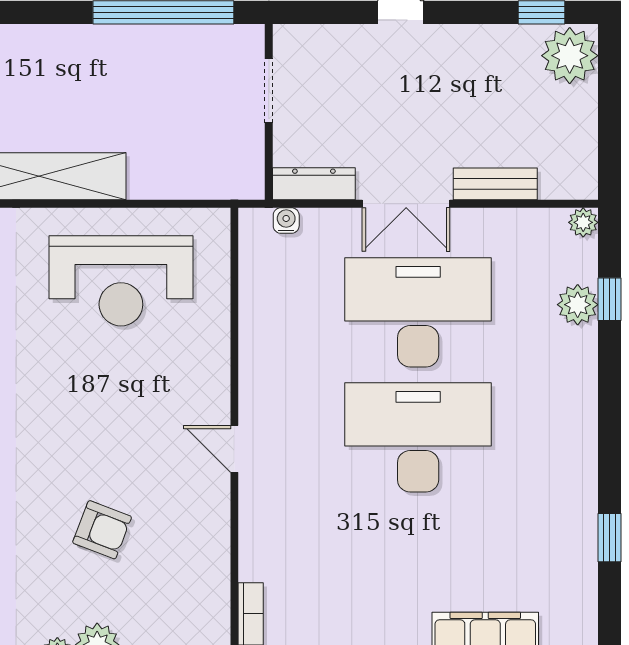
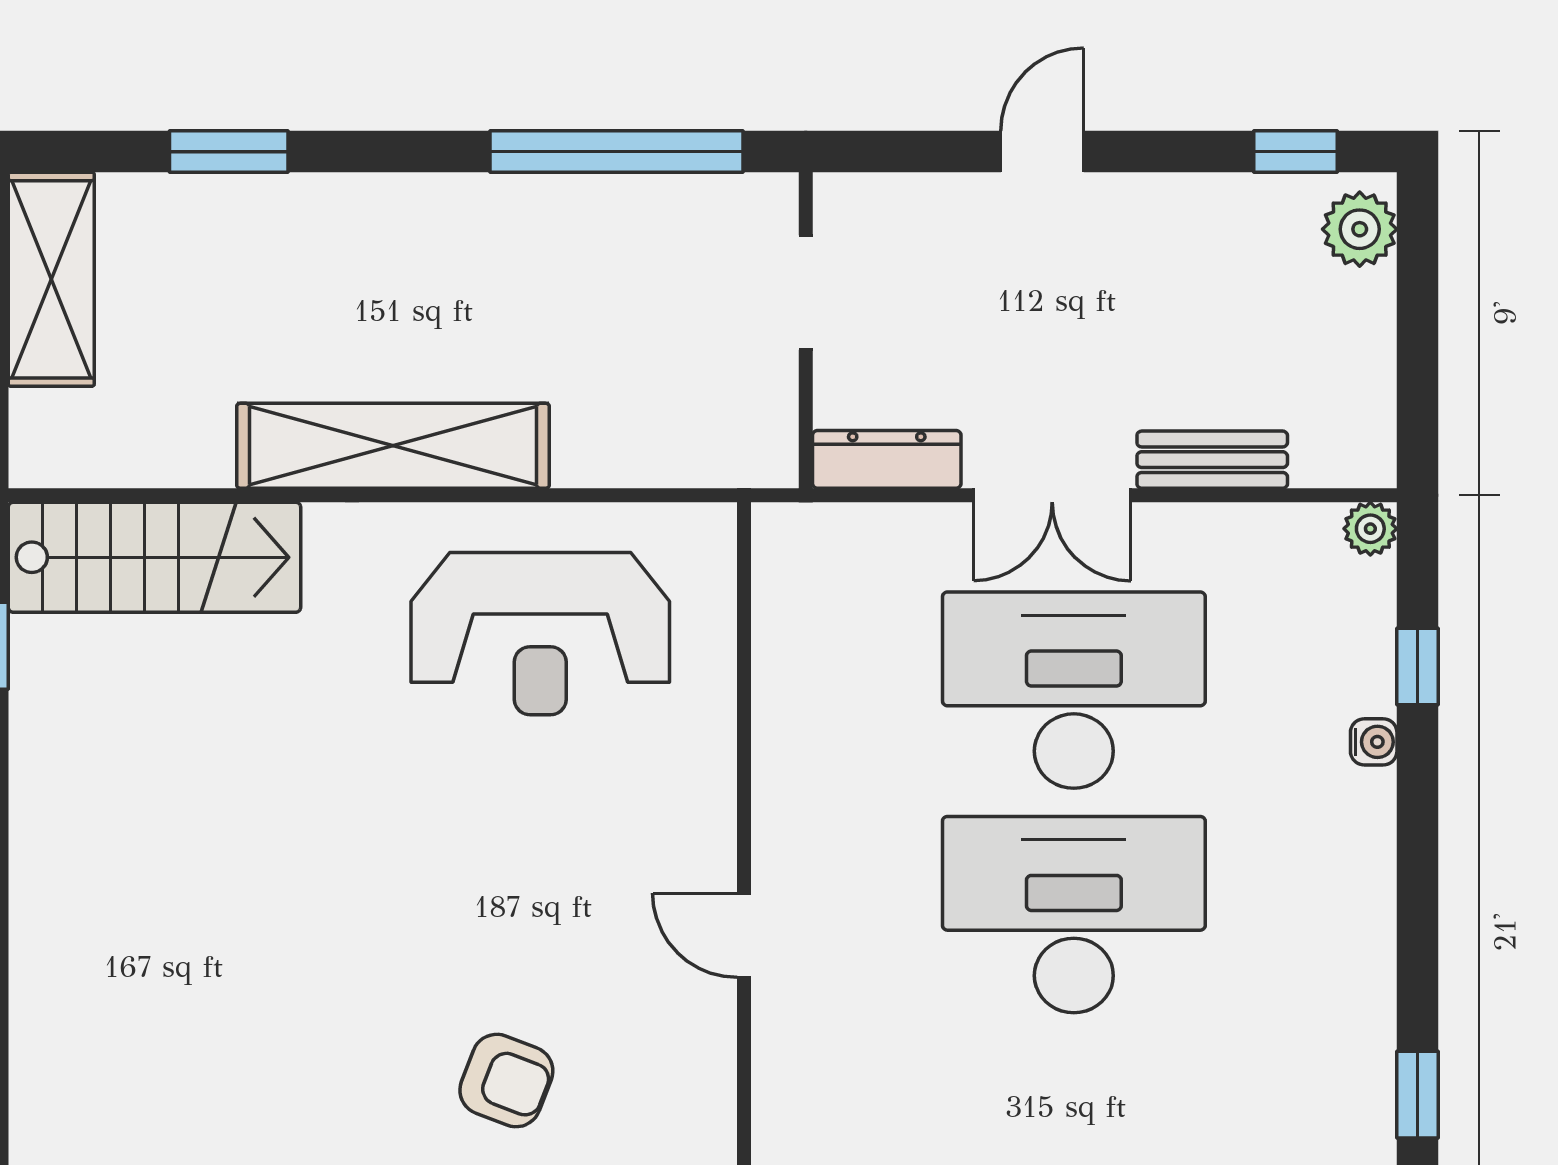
plant: (570, 56) -> (1360, 229), width x0.73, depth x0.73
water cooler: (286, 221) -> (1374, 742), moved, turned 90
plant: (578, 305) -> (1360, 676), removed

